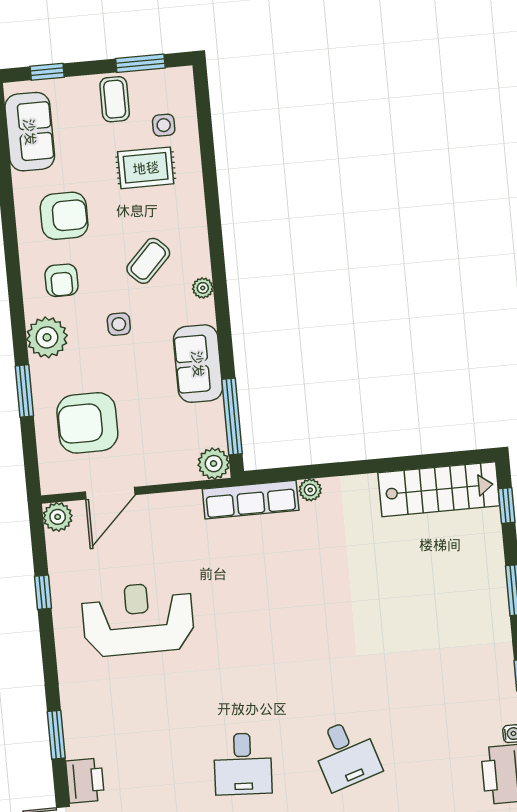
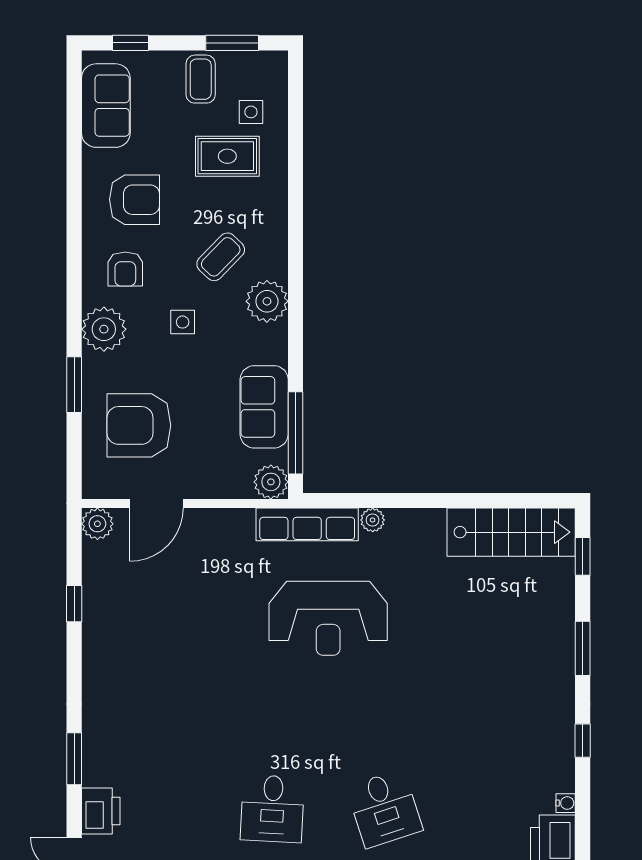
plant: (203, 288) -> (267, 301), width x1.88, depth x1.88
sofa: (198, 364) -> (264, 407), moved
reception desk: (138, 619) -> (328, 618), moved, turned 180

